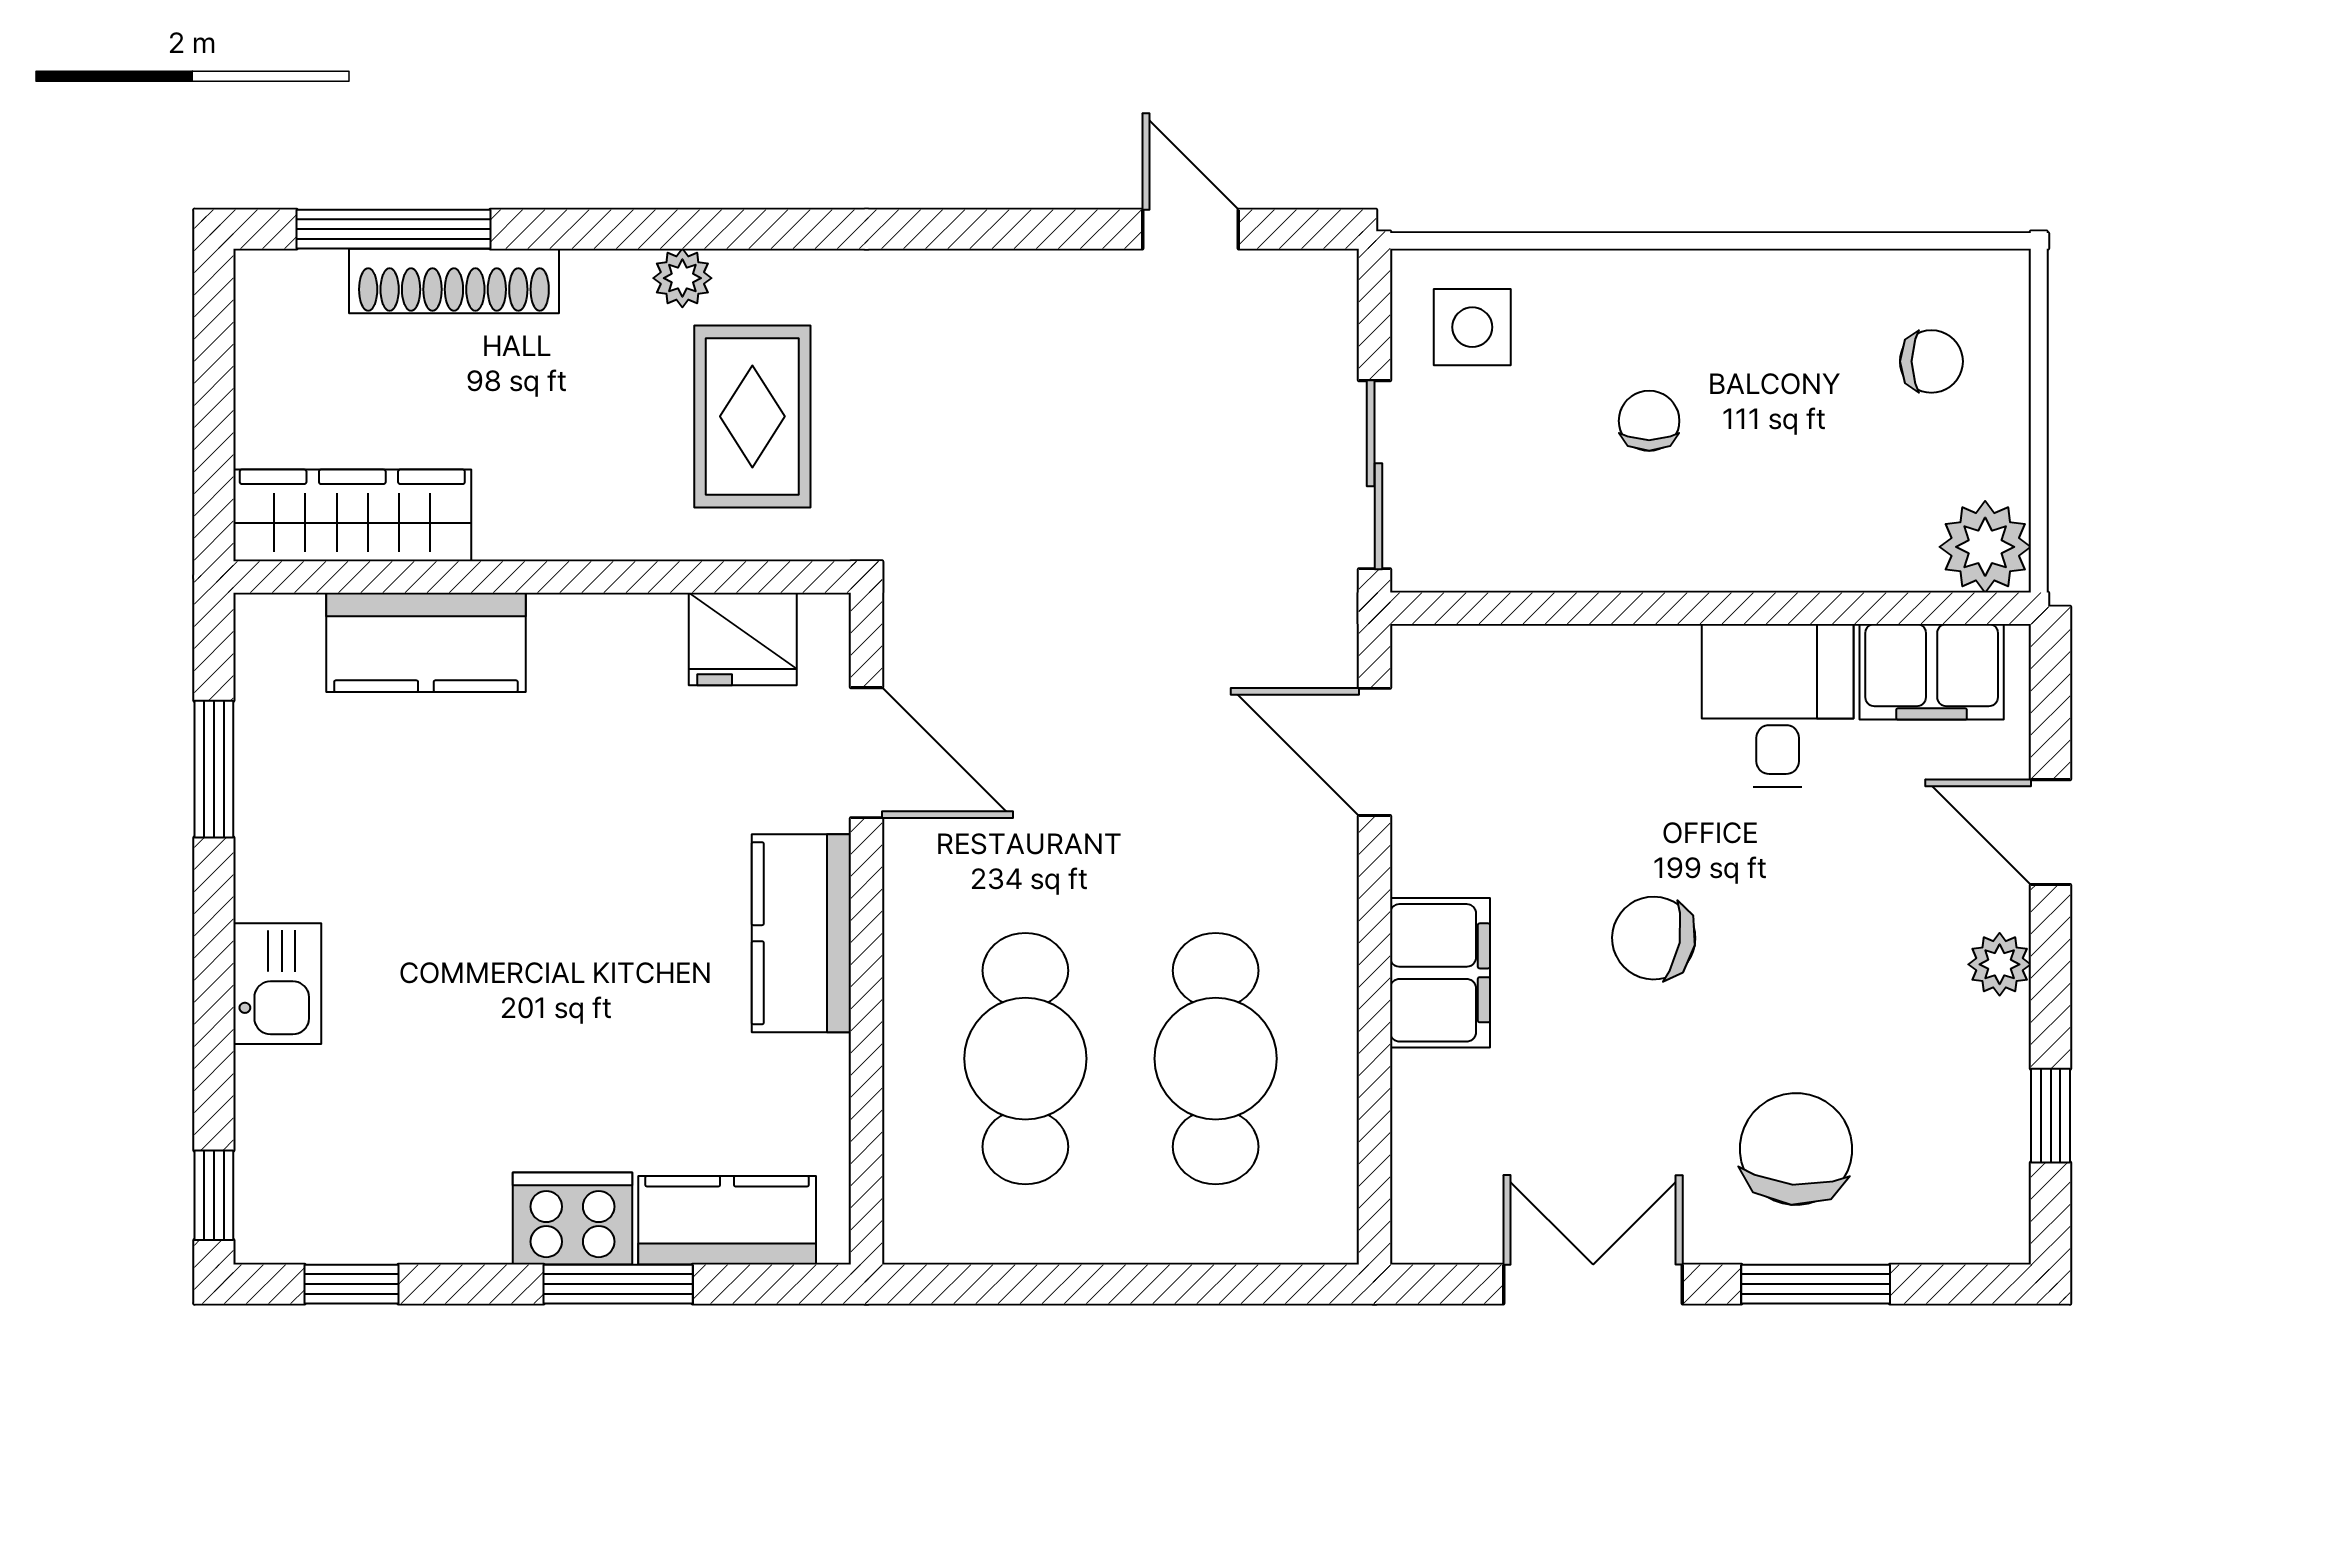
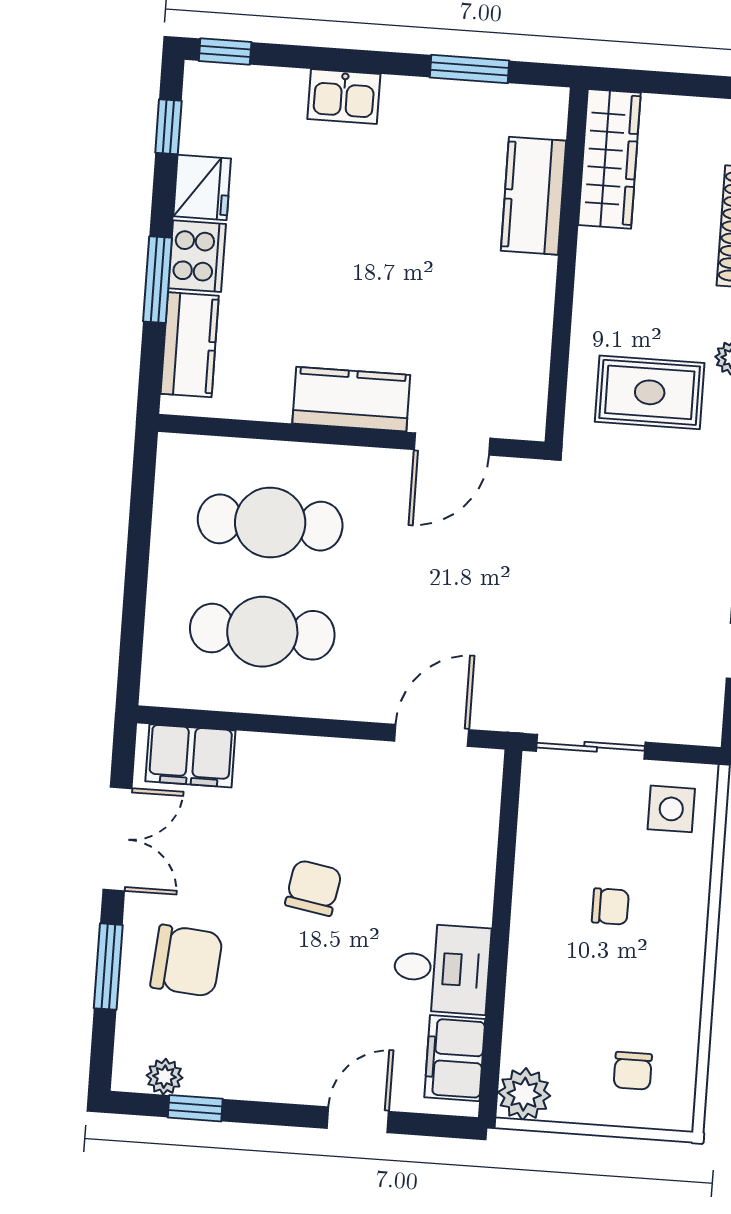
fridge: (743, 639) -> (202, 187), moved, turned 180
plant: (2000, 964) -> (165, 1077), moved
filing cabinet: (1440, 973) -> (190, 756), moved

